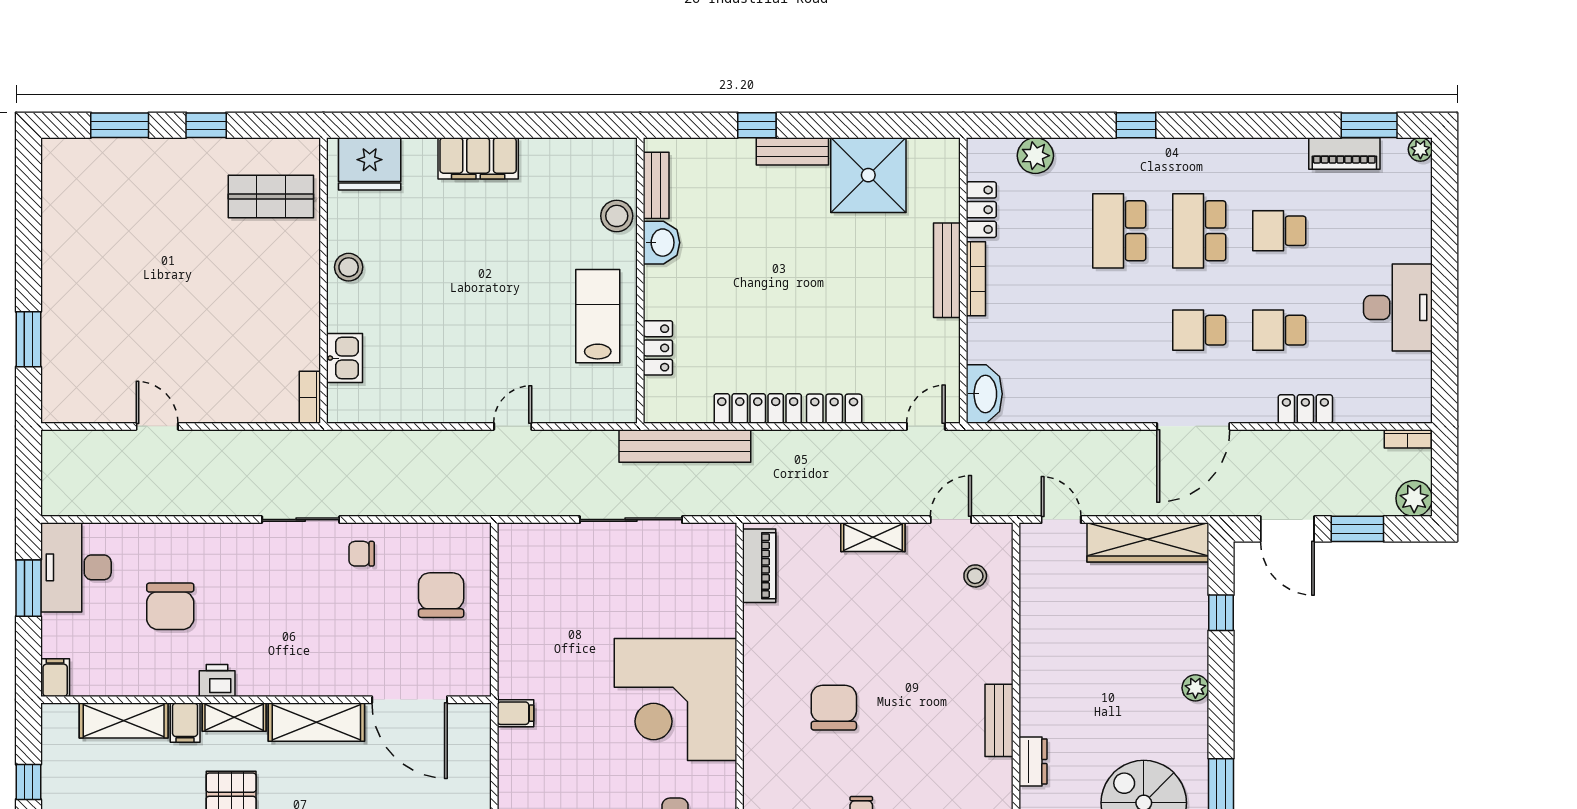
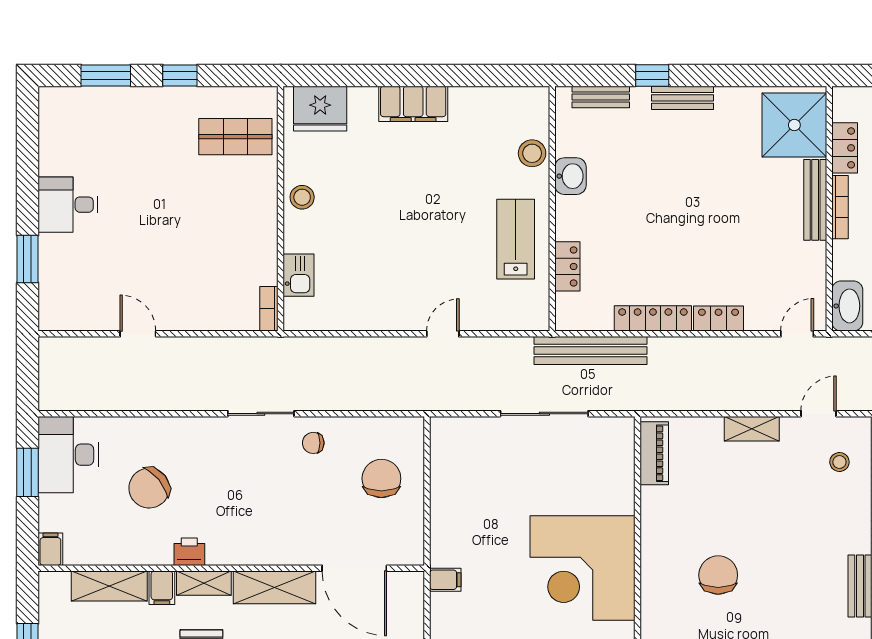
shower: (868, 175) -> (794, 125), moved
bench: (656, 185) -> (601, 97), moved, turned 90
desk: (76, 276) -> (68, 205), added
chair: (170, 606) -> (149, 488), turned 51

